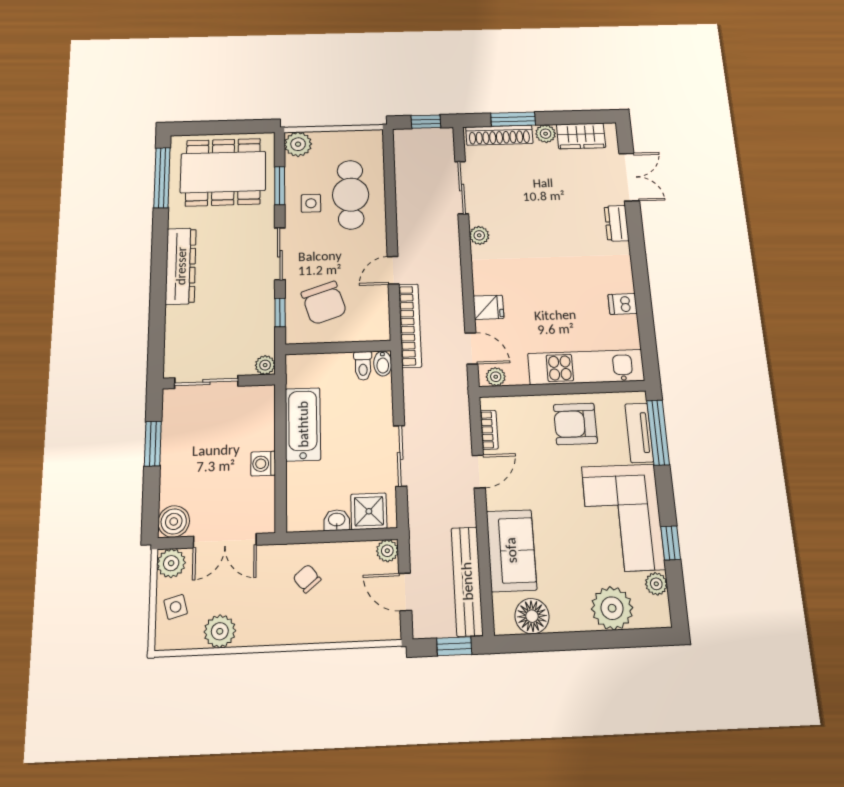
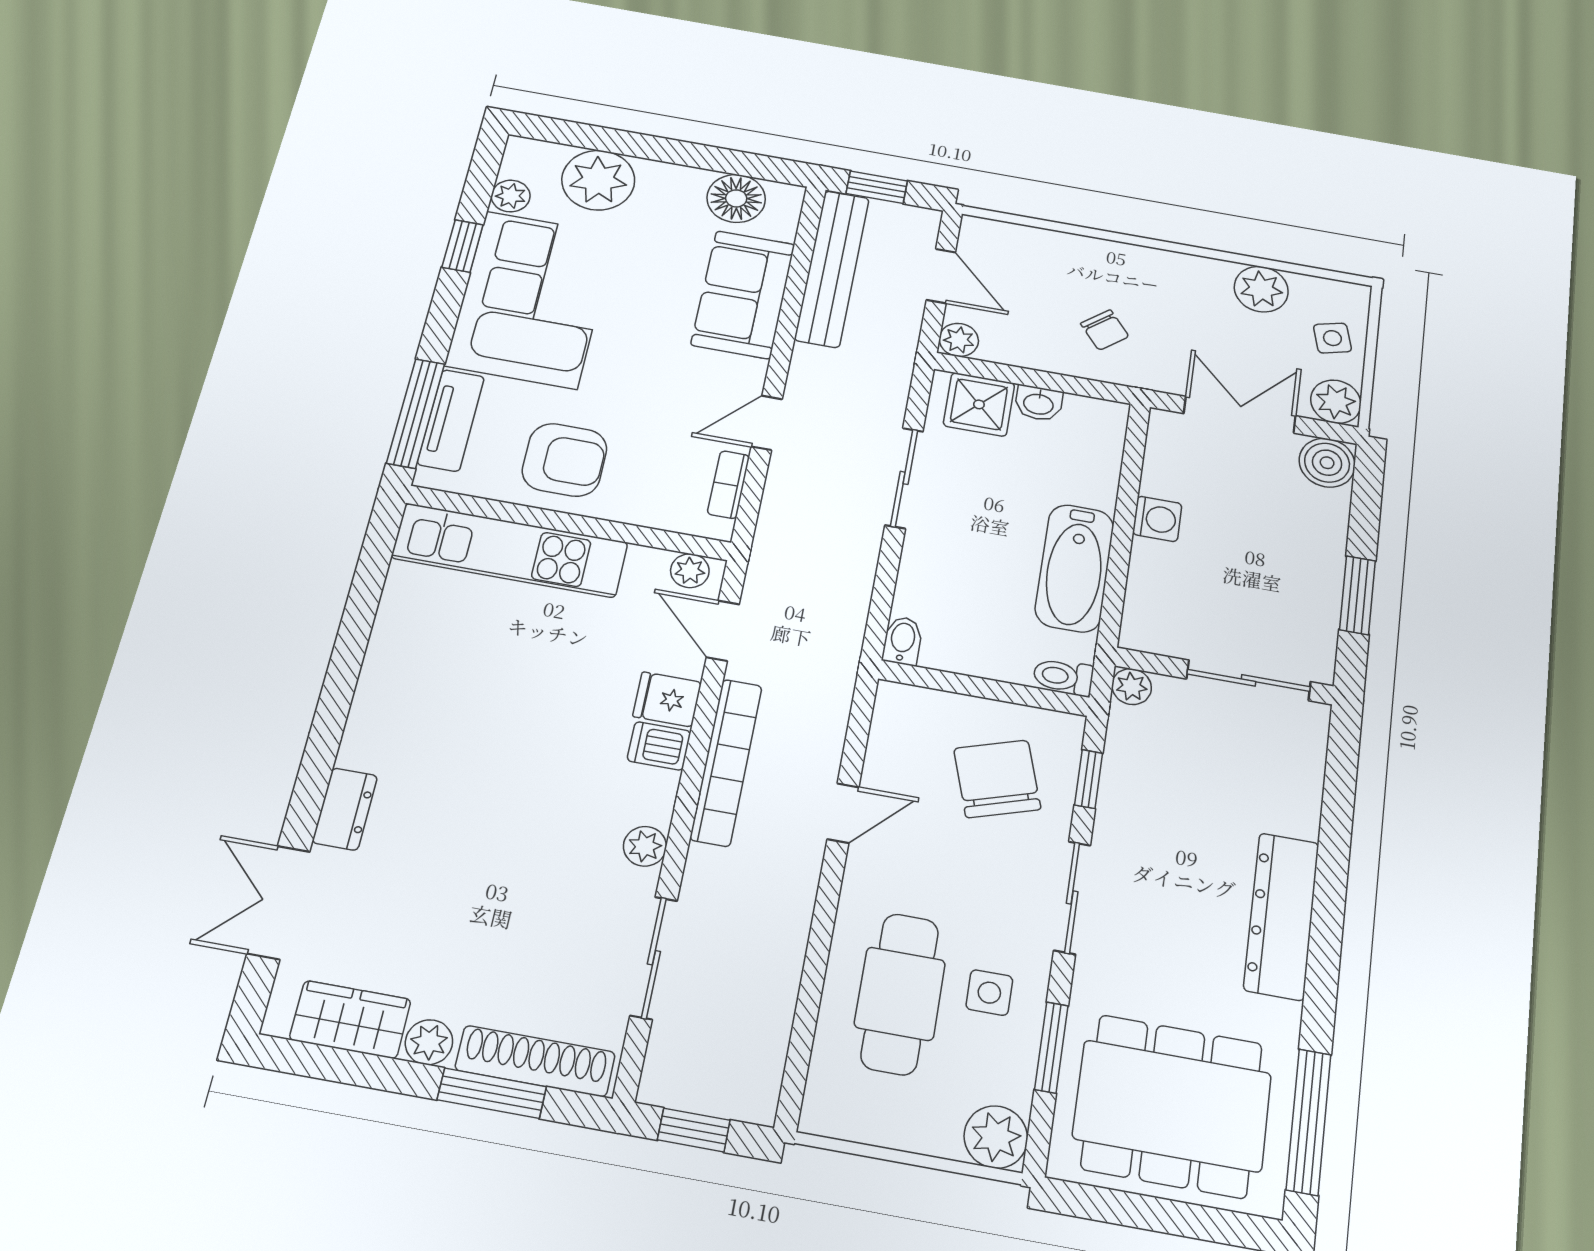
dishwasher: (623, 304) -> (659, 746), moved, turned 180
bookcase: (410, 325) -> (726, 762), moved, turned 180
toilet: (363, 366) -> (1063, 677), moved, turned -90

